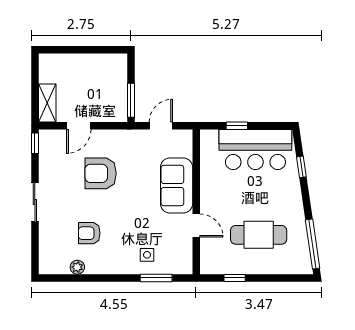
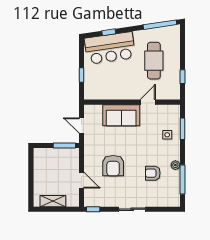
shelving: (47, 103) -> (53, 201), moved
bar counter: (255, 150) -> (110, 48), moved, turned 82
armchair: (89, 233) -> (153, 173), turned 90
plant: (77, 267) -> (175, 165), moved
window: (80, 278) -> (183, 179), added

